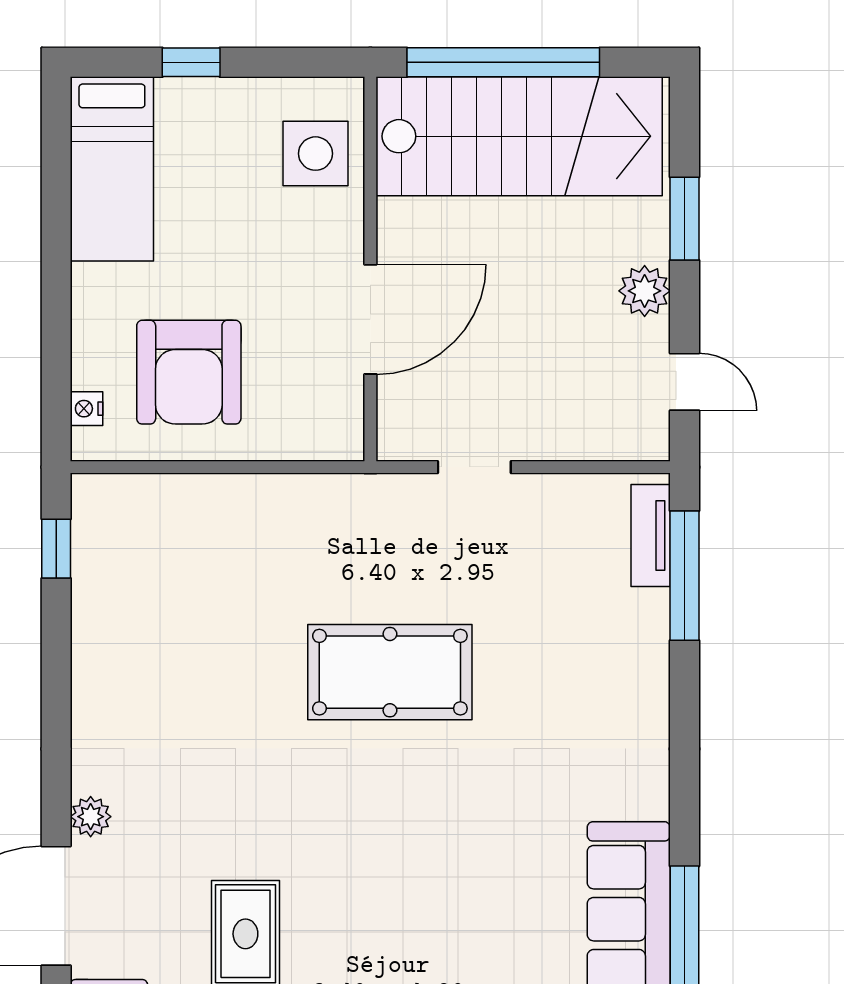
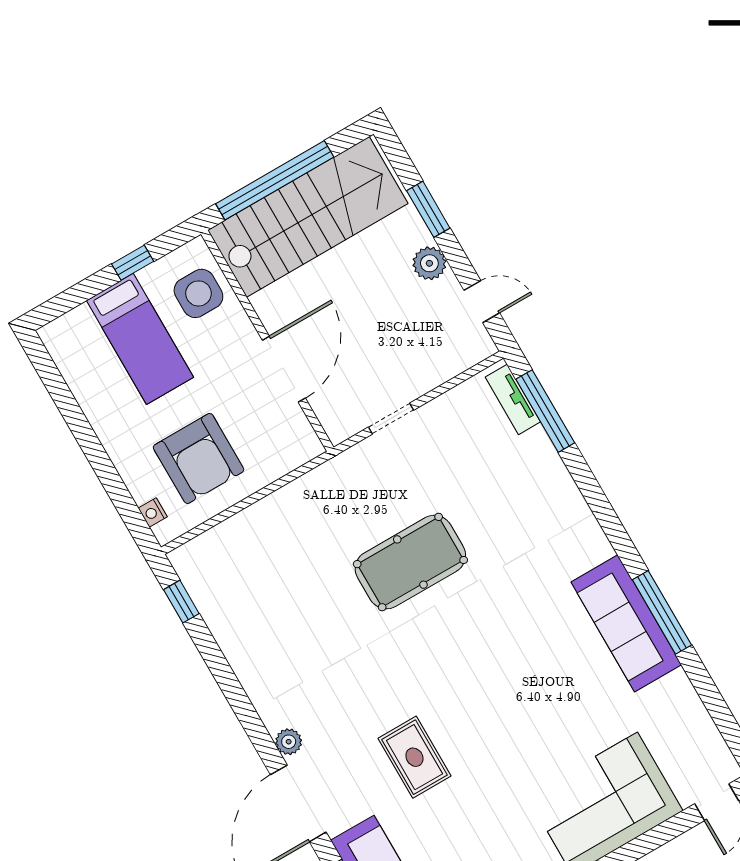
window: (191, 62) -> (133, 263), moved
bed: (112, 169) -> (140, 339), moved

